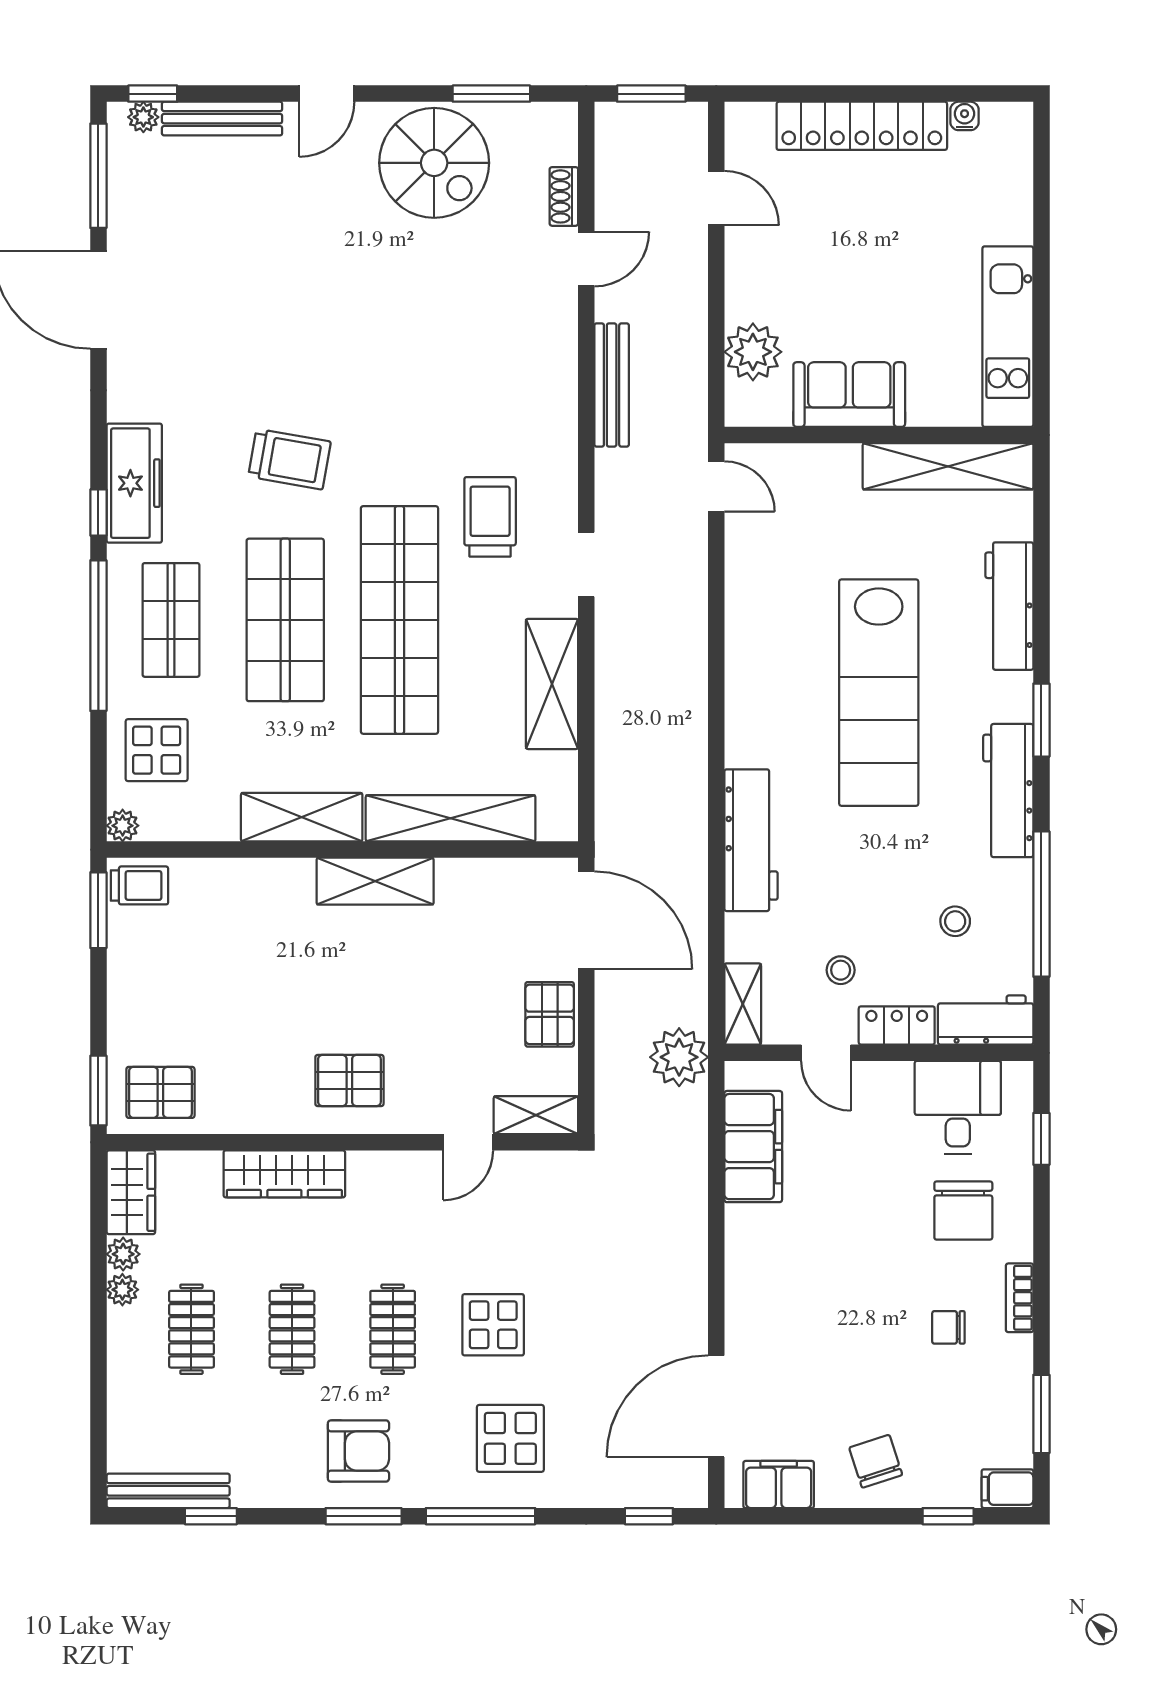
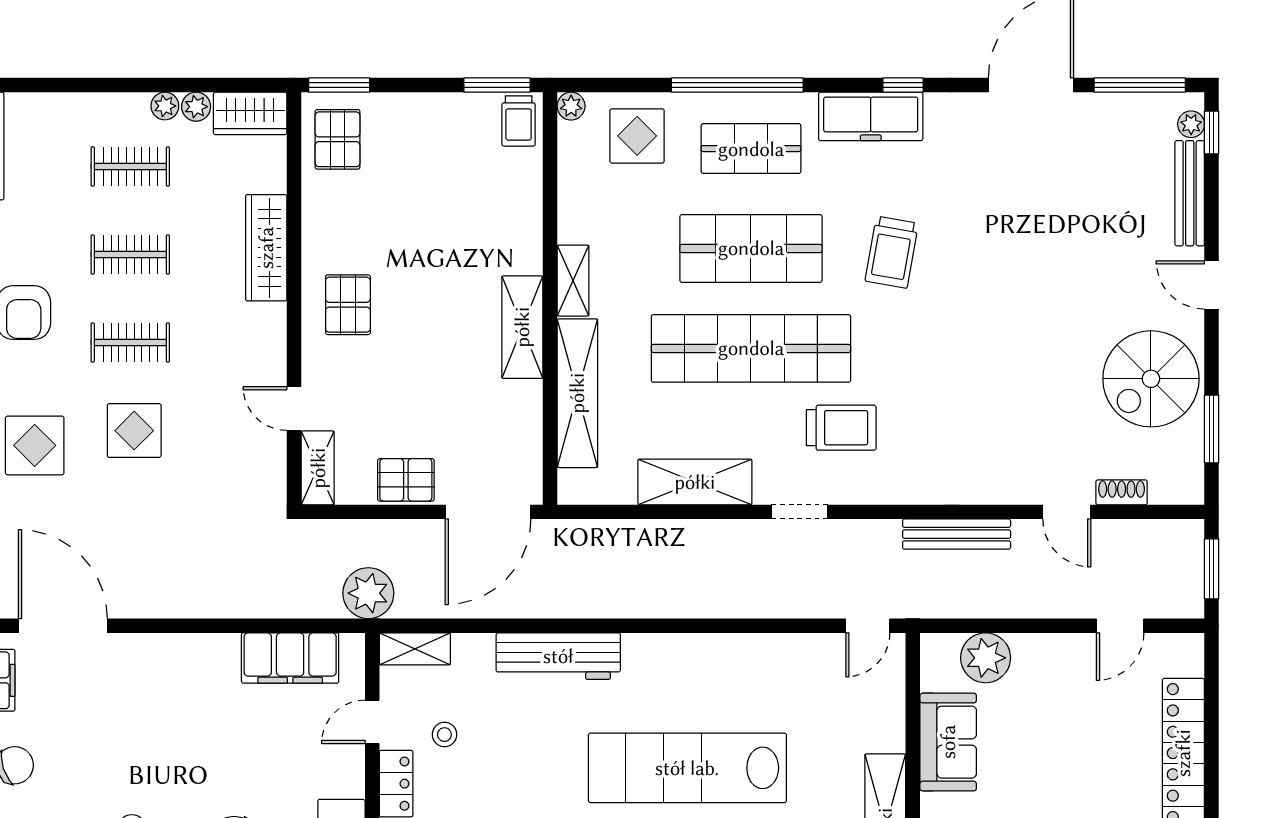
window: (98, 512) -> (903, 85), moved
shelving: (302, 817) -> (573, 281), width x0.67, depth x0.75

